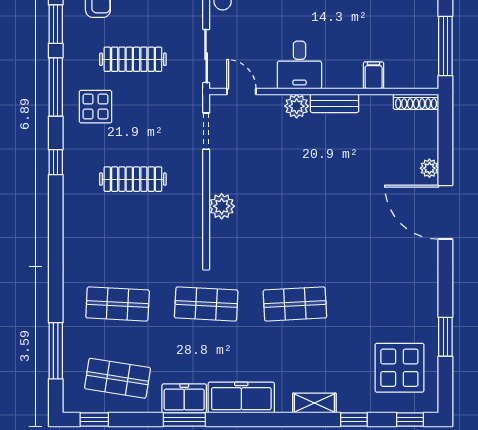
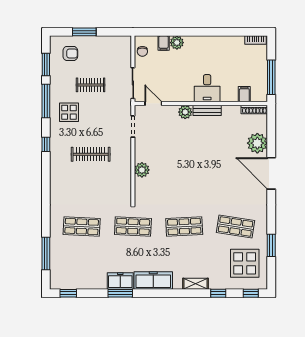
clothes rail: (133, 59) -> (91, 85), width x0.73
desk: (299, 65) -> (207, 88), moved
filing cabinet: (374, 75) -> (244, 94), moved
plant: (429, 168) -> (257, 143), width x1.88, depth x1.88
shop shelf: (118, 378) -> (236, 226), moved

